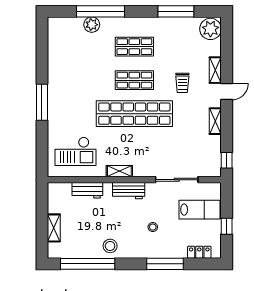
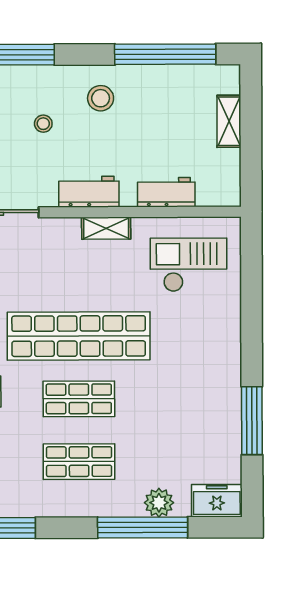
freezer: (61, 26) -> (217, 501), added
window: (42, 102) -> (252, 421), moved
stool: (110, 246) -> (101, 98), moved

